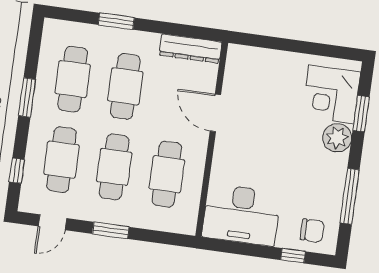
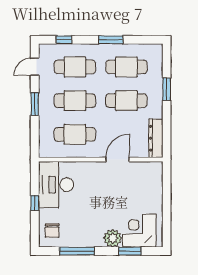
door: (53, 222) -> (35, 67), hinge flipped
window: (293, 256) -> (35, 203), moved

